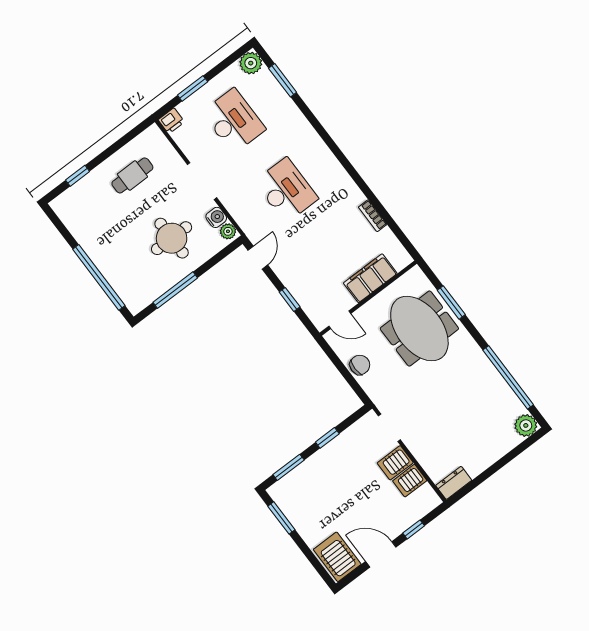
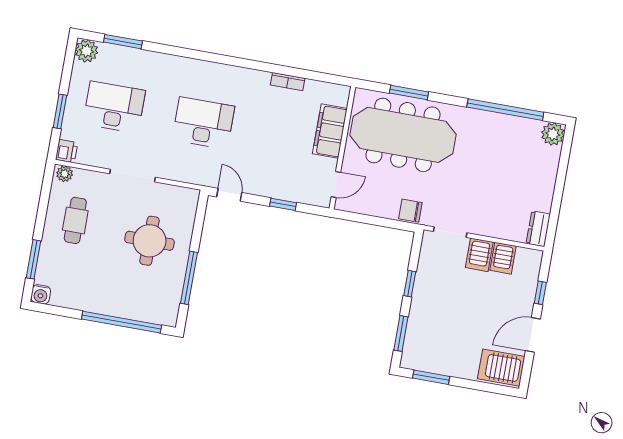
window: (78, 176) -> (34, 259), width x1.50
water cooler: (216, 217) -> (41, 294), moved, turned 180
plant: (228, 231) -> (65, 174), moved
meeting table: (419, 329) -> (403, 135), width x1.36
chair: (360, 365) -> (410, 211), moved, turned -90

